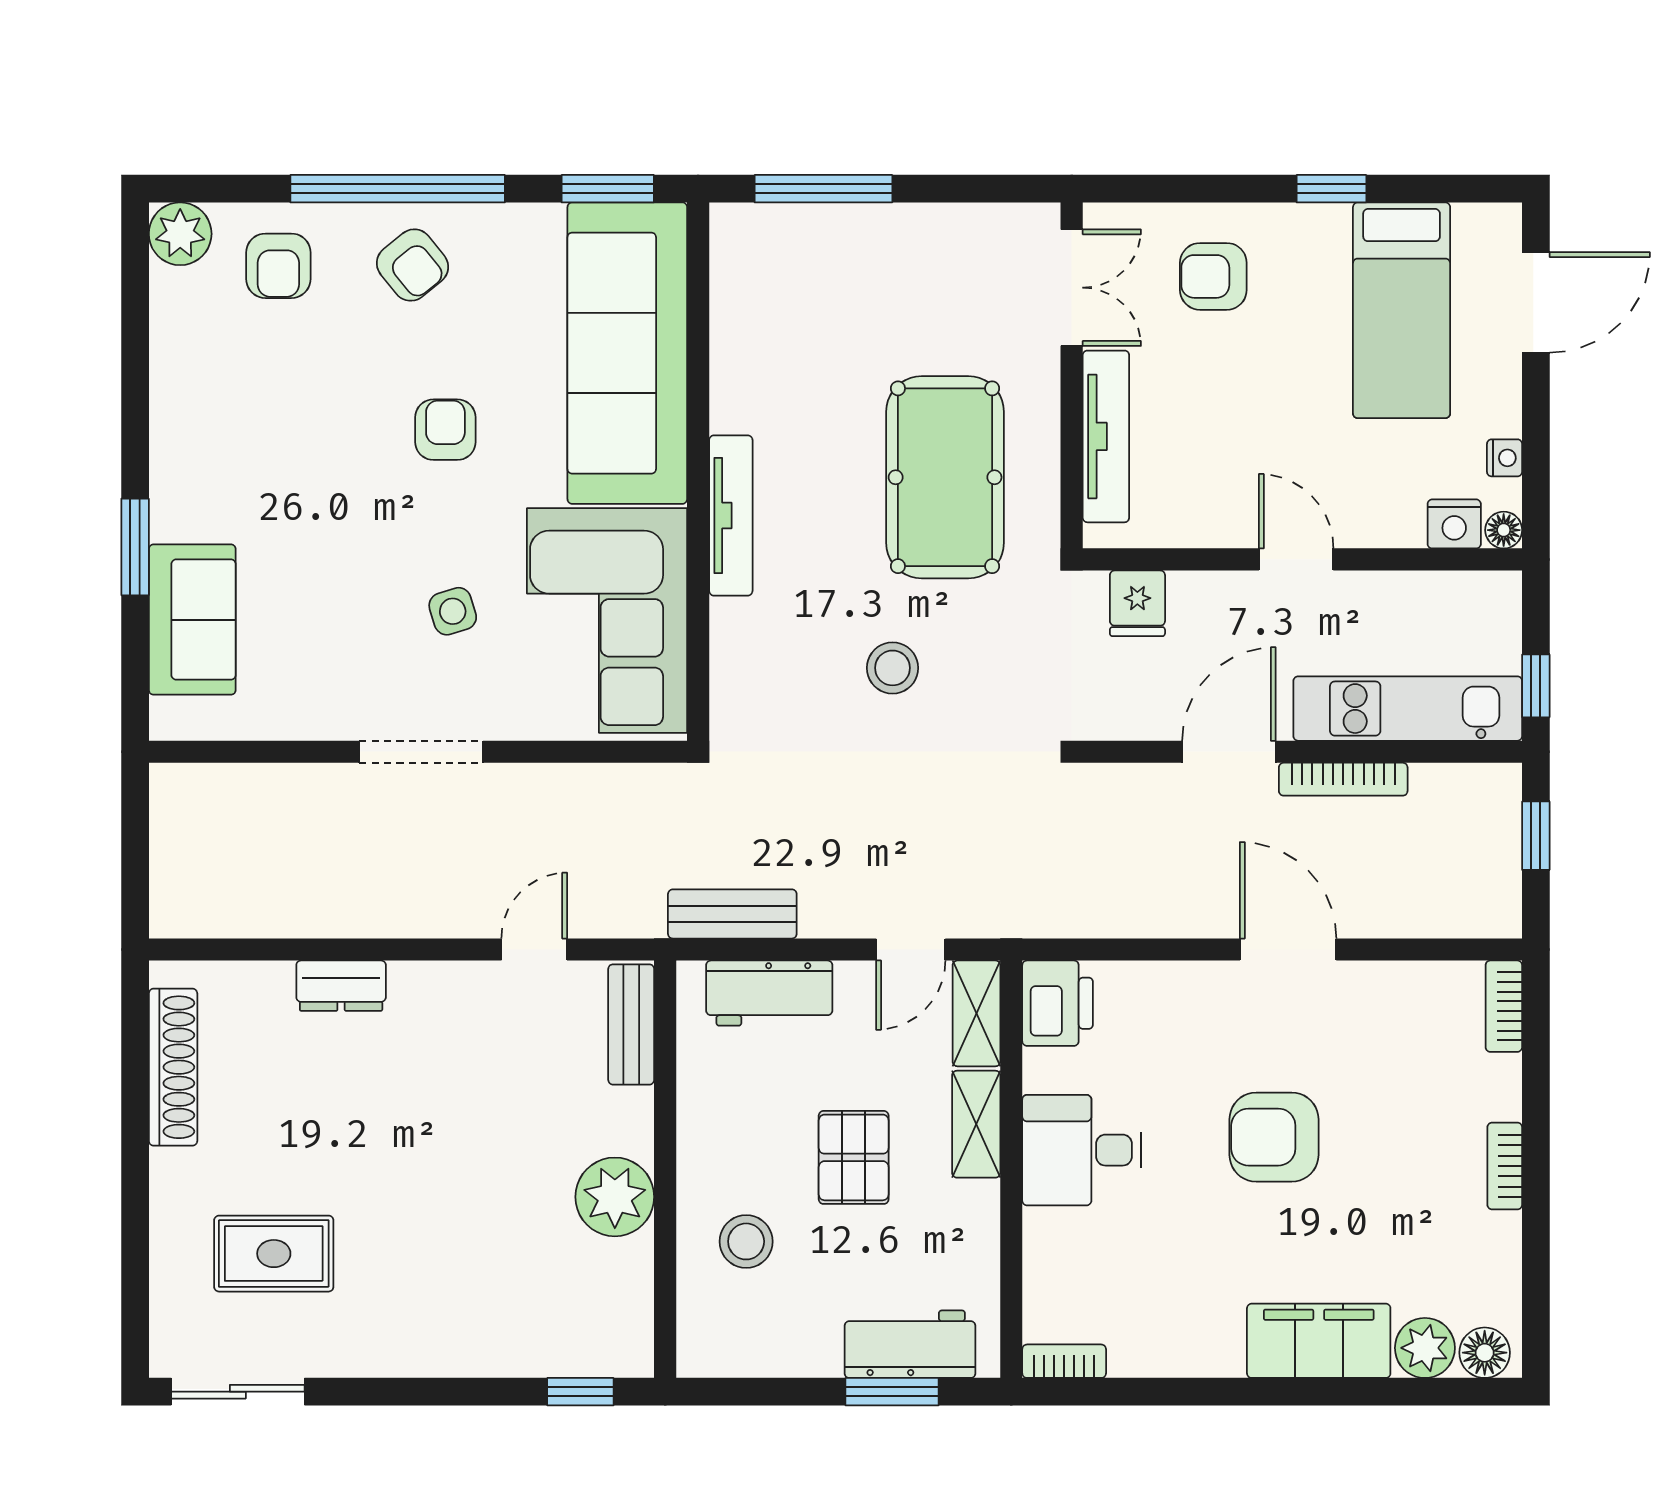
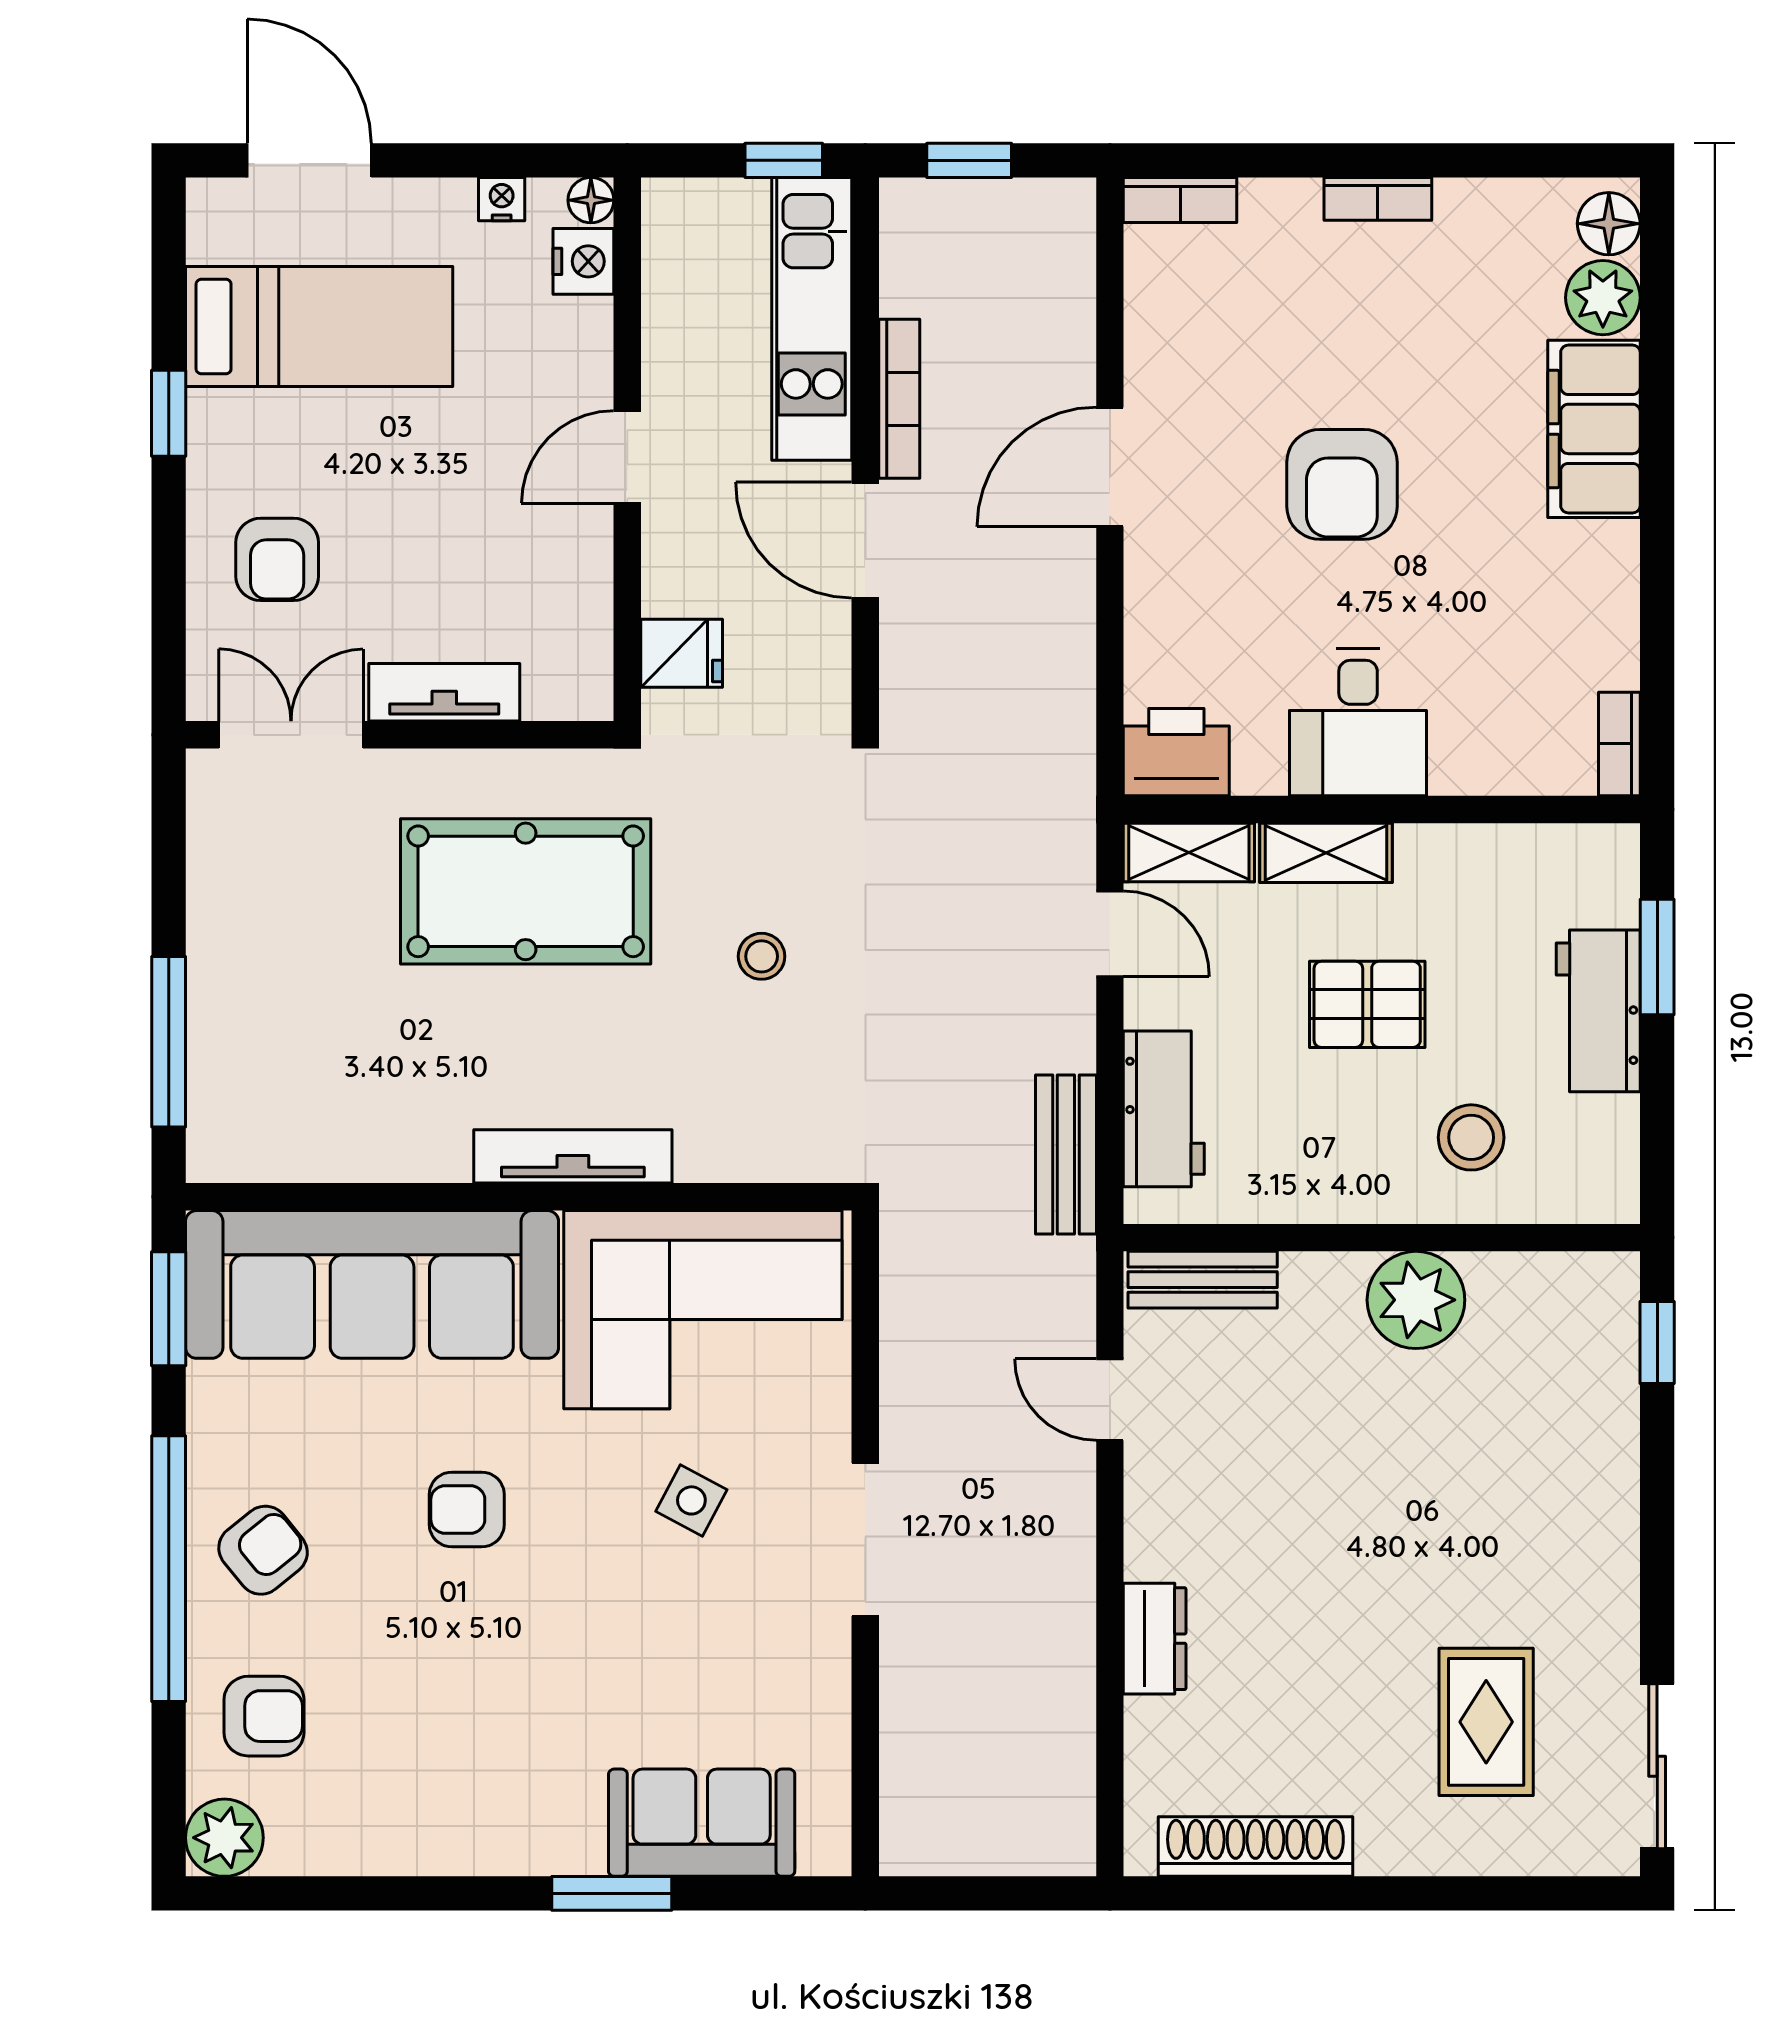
tv unit: (1106, 436) -> (444, 692), width x0.71
side table: (453, 611) -> (691, 1500), turned 45
stool: (893, 668) -> (762, 956), width x0.73, depth x0.73
workbench: (910, 1344) -> (1598, 1011), moved

